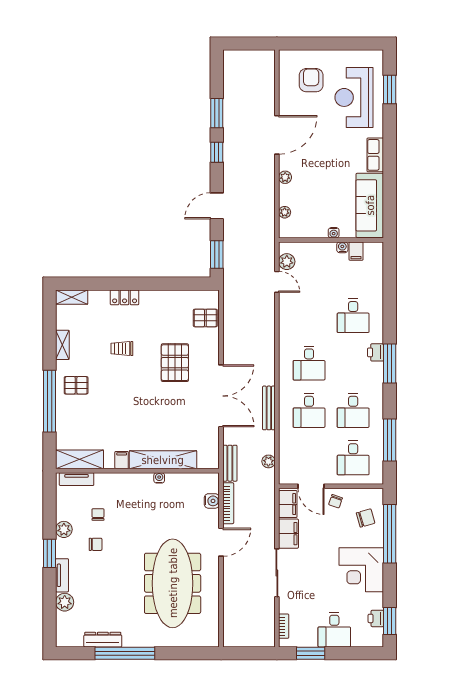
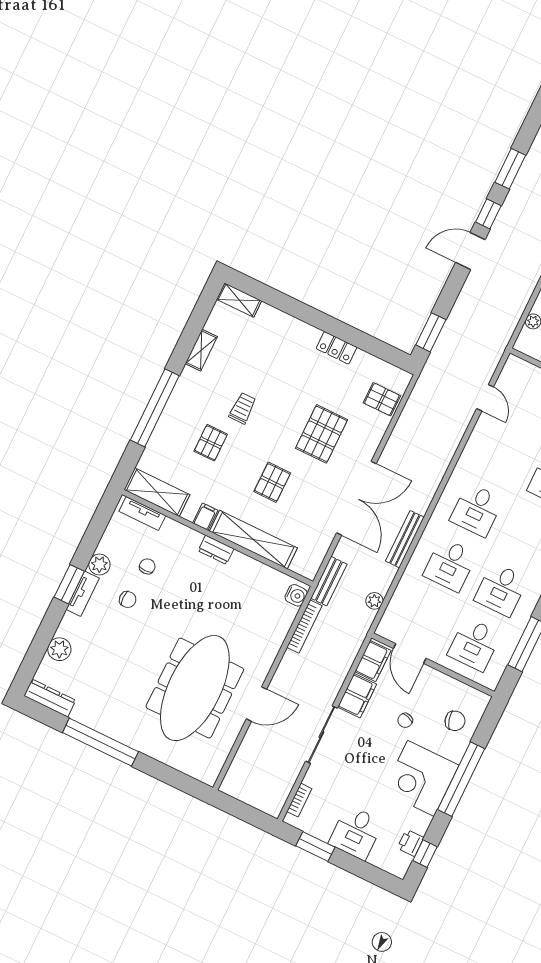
door: (217, 206) -> (470, 251), moved
plant: (287, 262) -> (508, 380), removed
locker: (125, 297) -> (337, 348), moved
trolley: (122, 349) -> (243, 408), moved, turned 90
pallet: (76, 385) -> (211, 443), moved, turned 90
pallet: (157, 413) -> (272, 482), added
water cooler: (159, 478) -> (239, 558), removed
dresser: (140, 480) -> (216, 550), added
water cooler: (212, 501) -> (296, 595), moved
chair: (336, 501) -> (405, 720), moved
window: (390, 534) -> (461, 779), moved
door: (221, 542) -> (256, 704), moved
tv unit: (62, 575) -> (83, 594), moved
window: (390, 621) -> (425, 854), width x0.67
dresser: (103, 640) -> (50, 698), moved

